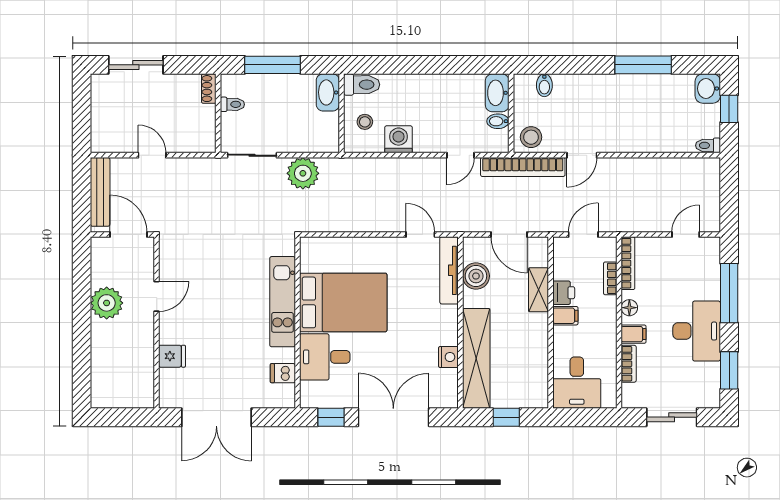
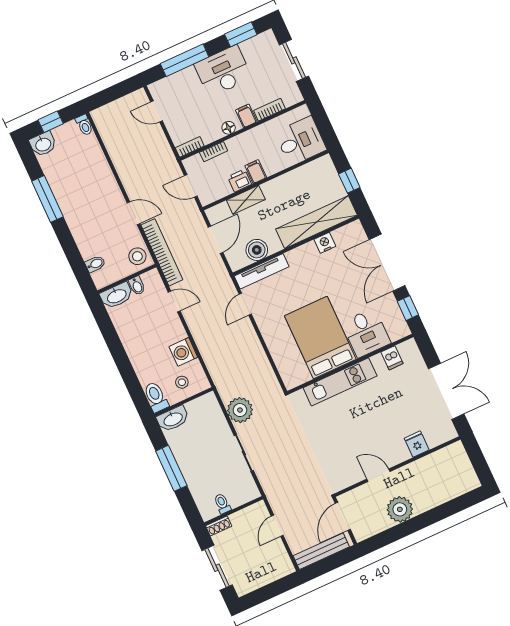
shoe rack: (209, 89) -> (219, 526), moved
toilet: (232, 104) -> (222, 504), moved
wall: (218, 113) -> (234, 511), moved
bookcase: (628, 263) -> (190, 147), width x0.64

